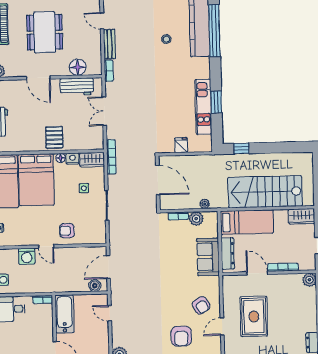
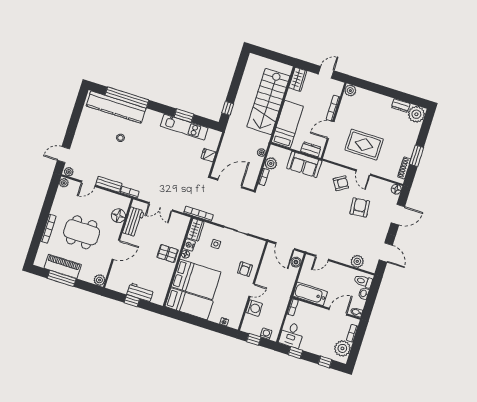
dresser: (228, 253) -> (311, 149), width x0.70
armchair: (181, 336) -> (360, 207), turned -96

